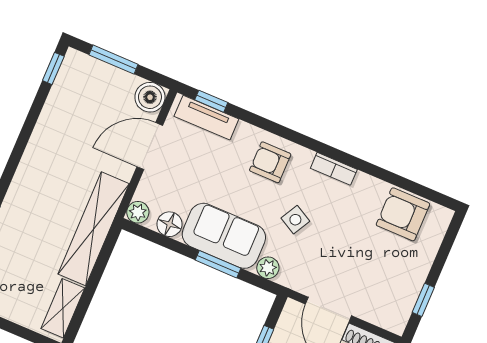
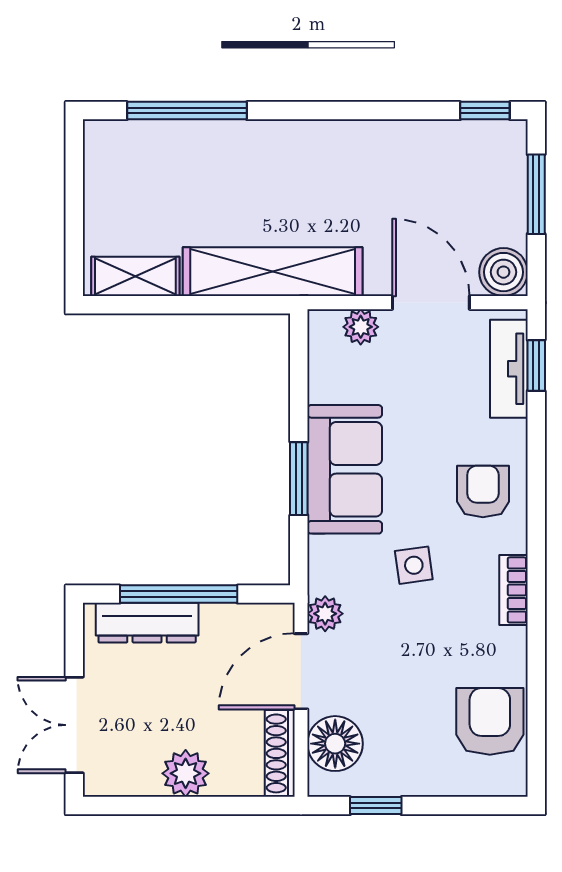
plant: (138, 212) -> (361, 327), moved
side table: (295, 220) -> (414, 565), turned -37
floor lamp: (170, 224) -> (335, 744), moved, width x1.38, depth x1.38
plant: (268, 268) -> (325, 614), moved

